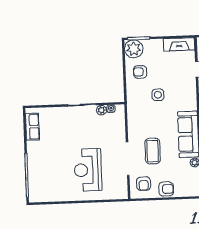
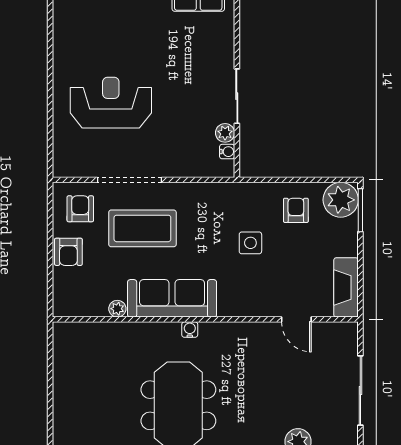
coffee table: (153, 151) -> (142, 228), width x1.36, depth x1.32
armchair: (144, 184) -> (80, 209), turned 90

